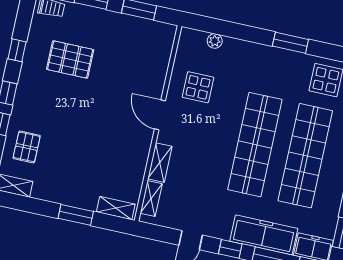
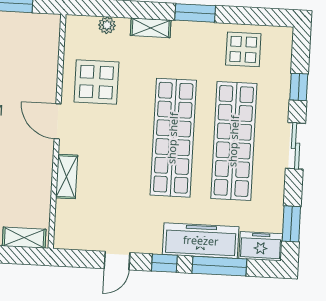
display table: (198, 87) -> (96, 82), width x1.36, depth x1.36
shelving: (151, 199) -> (151, 28), moved, turned 90

